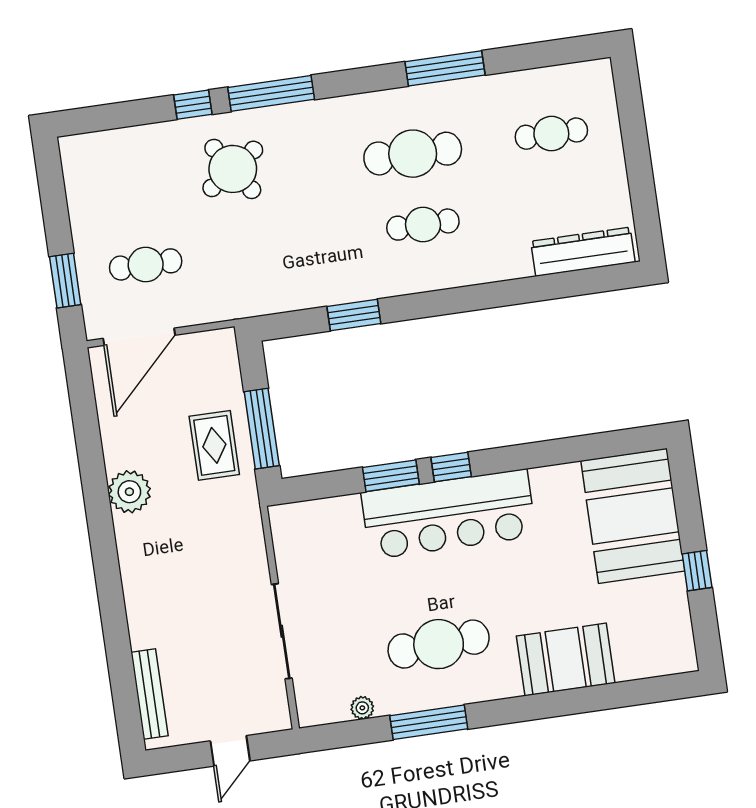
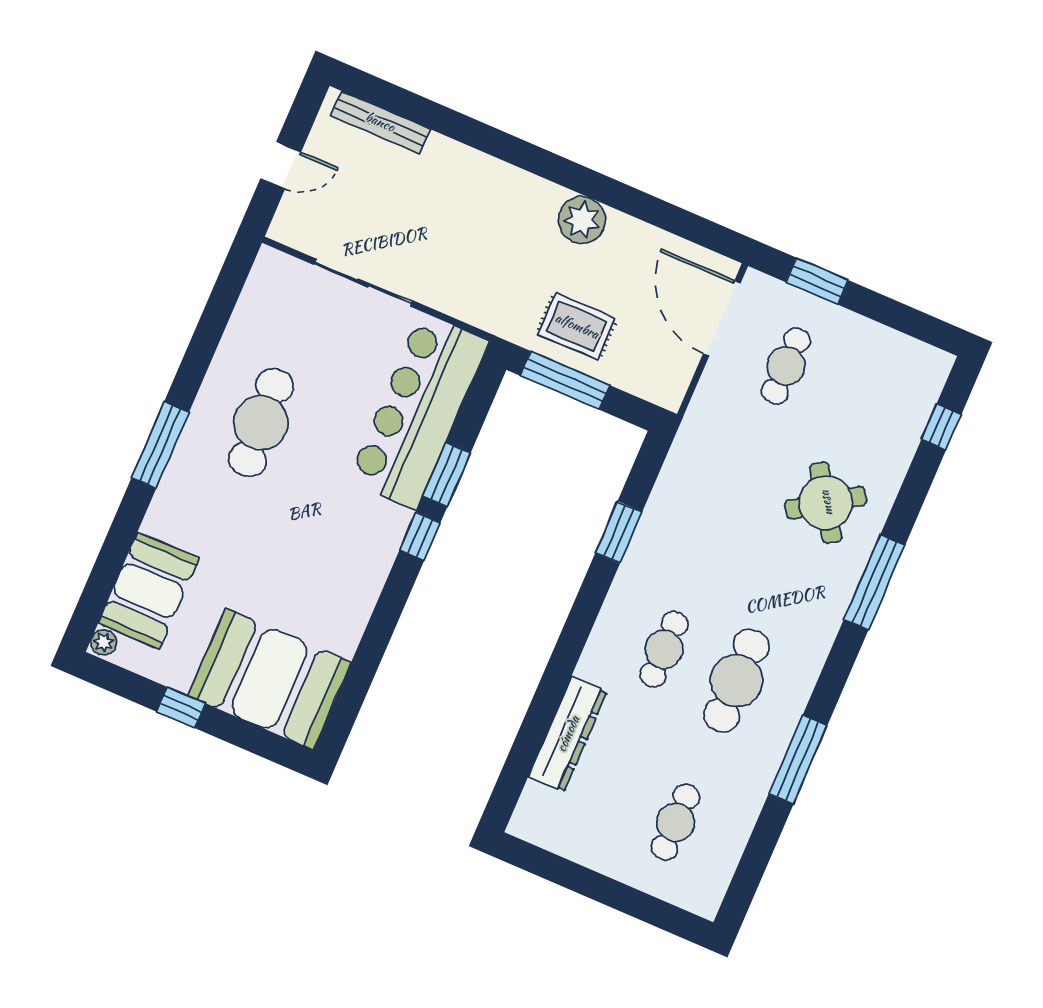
window: (193, 105) -> (941, 427), moved
dresser: (583, 252) -> (568, 734), moved
bar counter: (449, 514) -> (418, 411), moved
booth: (566, 659) -> (149, 591), moved
plant: (362, 708) -> (104, 642), moved
window: (429, 722) -> (160, 445), moved
door: (230, 751) -> (281, 165), swing flipped

